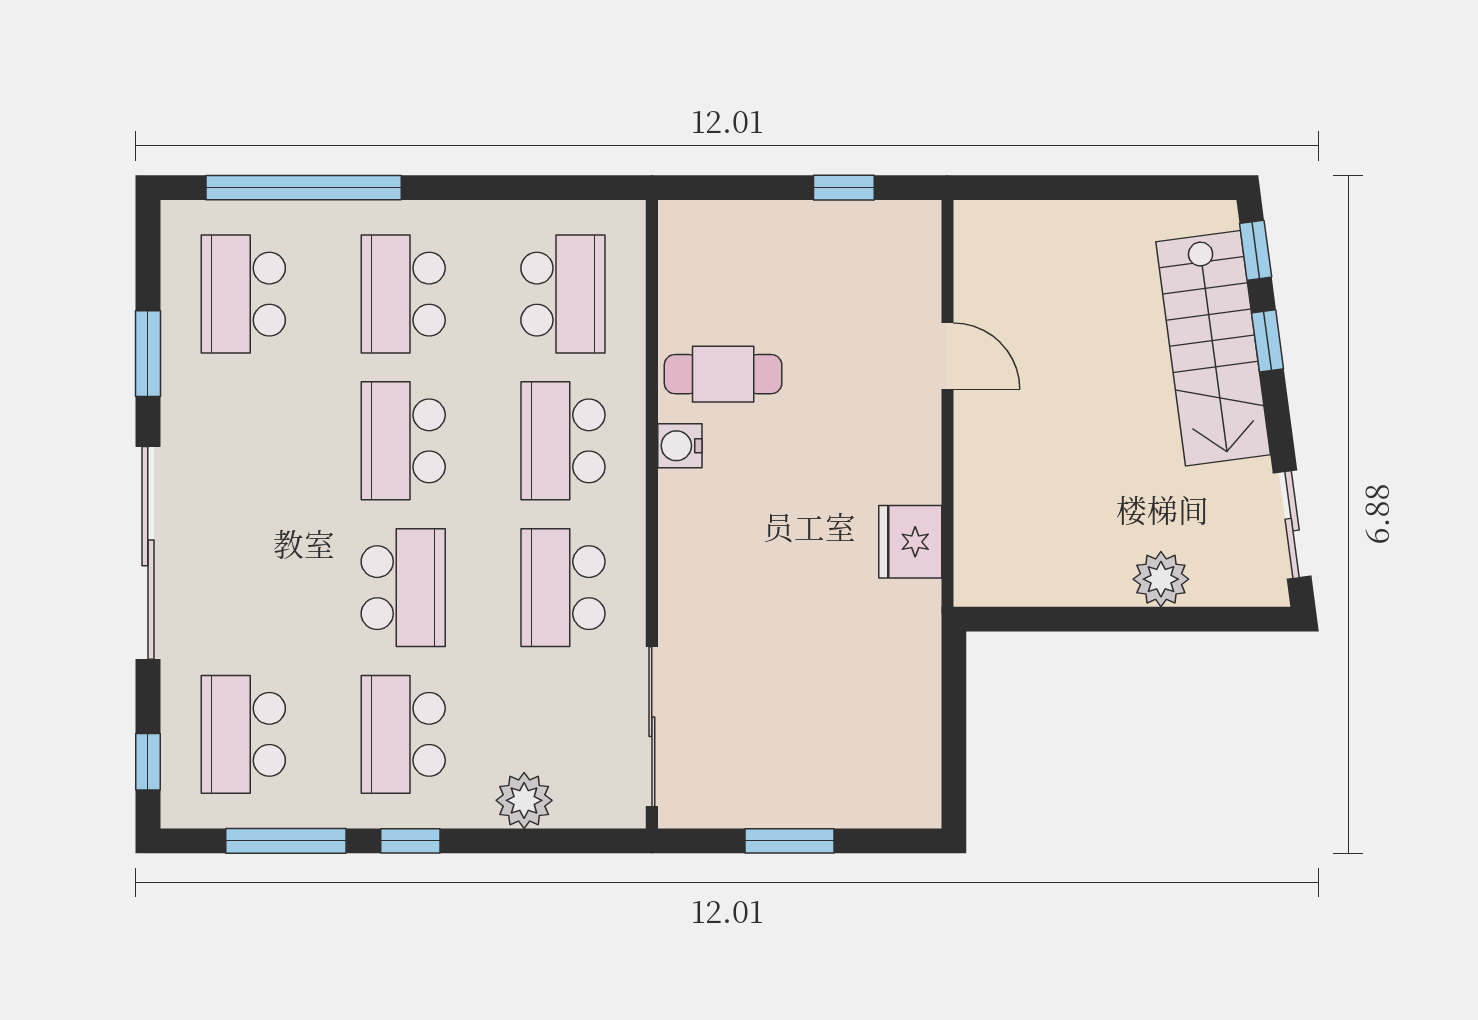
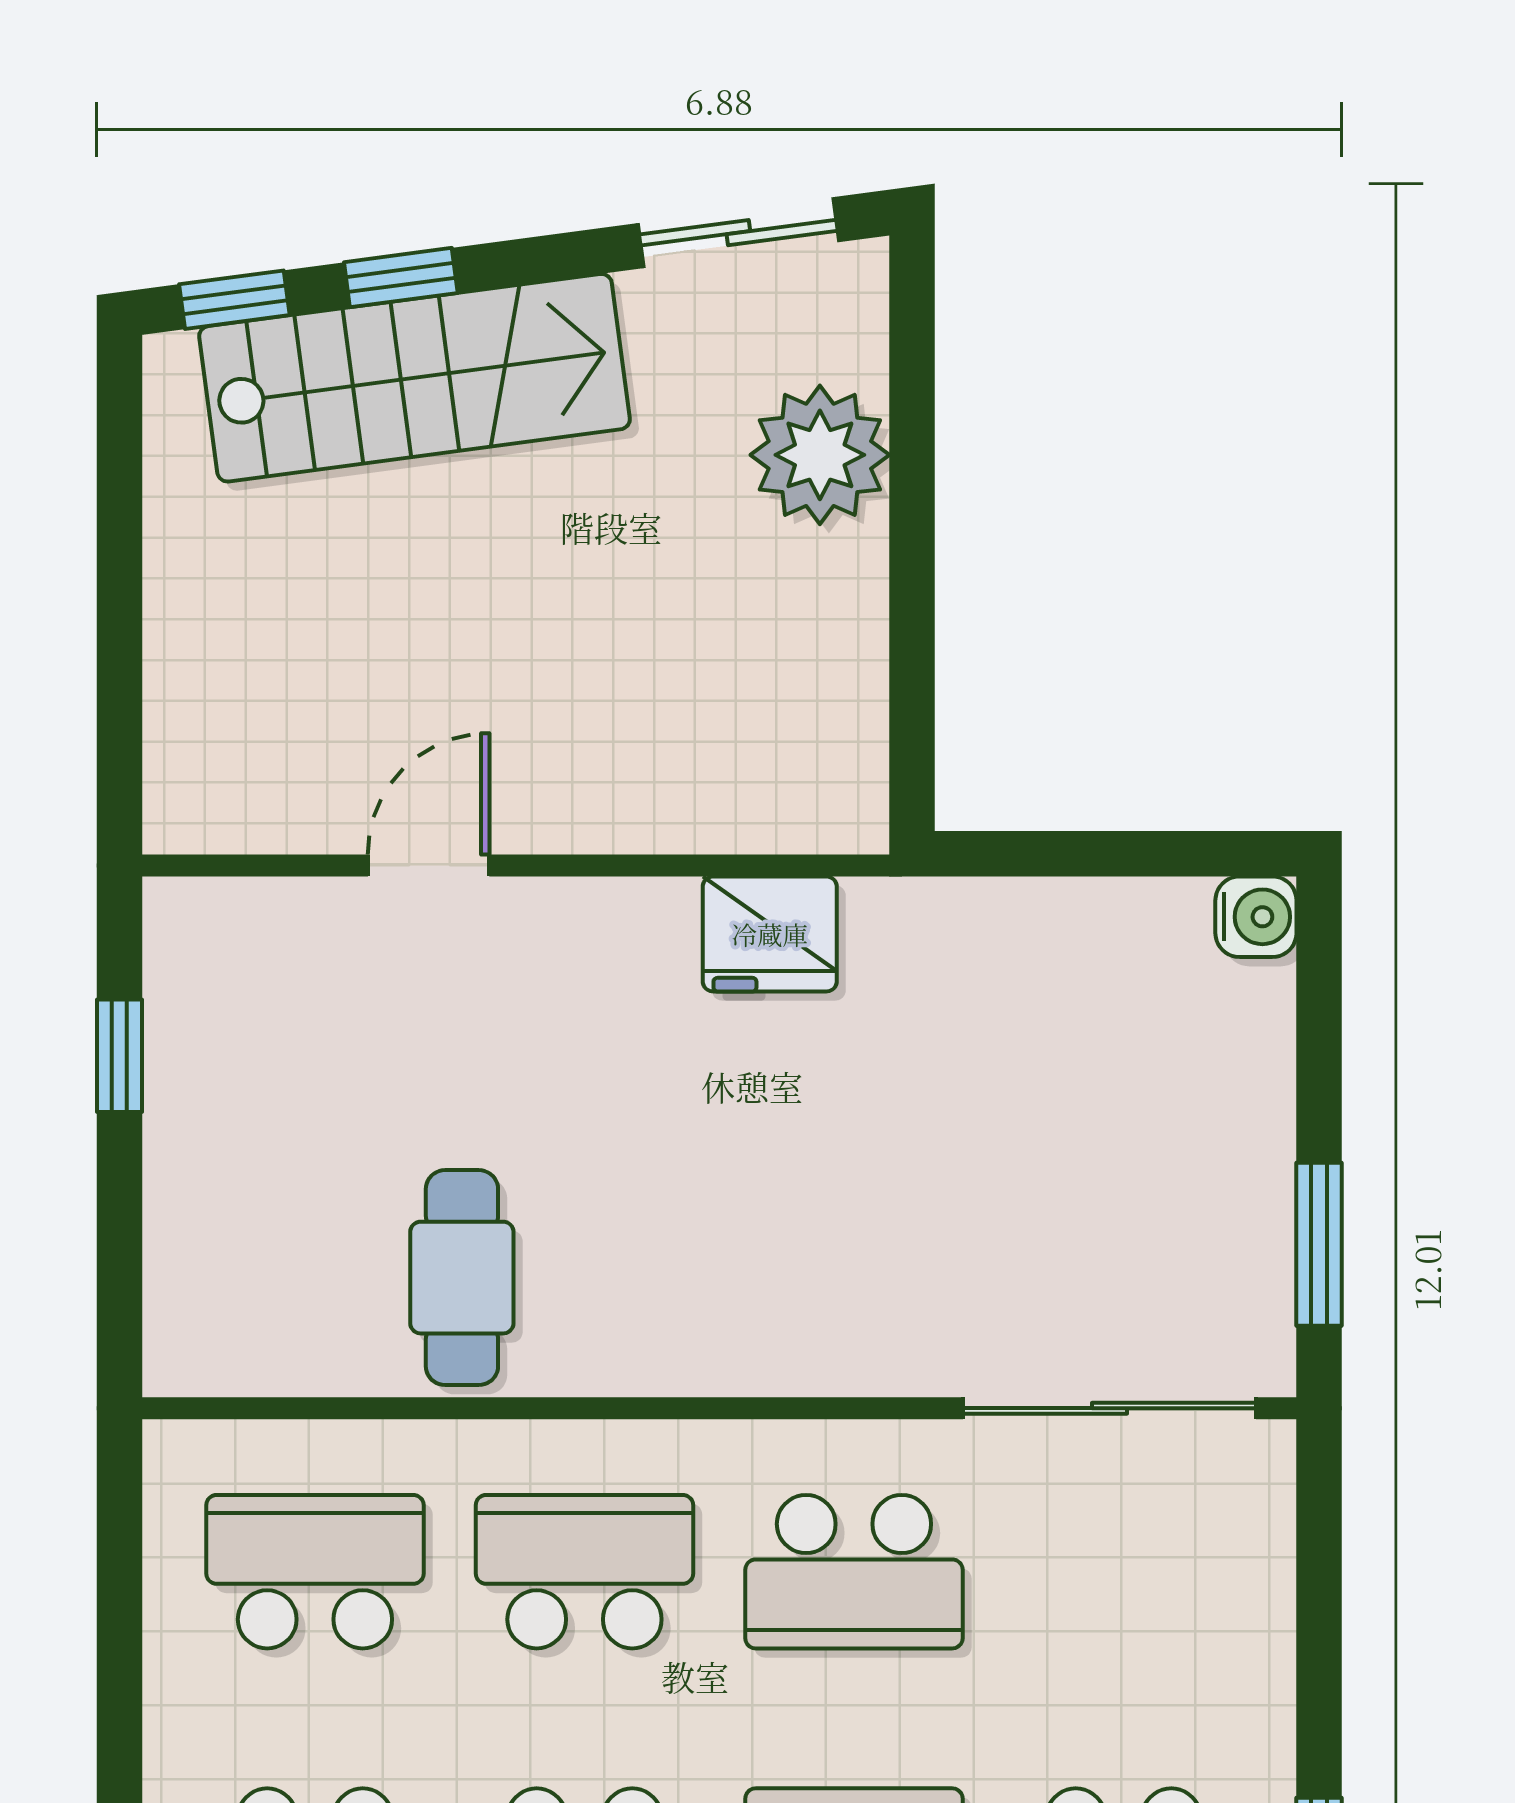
school desk: (563, 441) -> (584, 1572), turned 180
water cooler: (680, 446) -> (1256, 917), moved, turned -90
plant: (1161, 579) -> (820, 455), width x1.36, depth x1.36
plant: (524, 800) -> (1245, 1643), removed
window: (789, 841) -> (1319, 1244), moved

